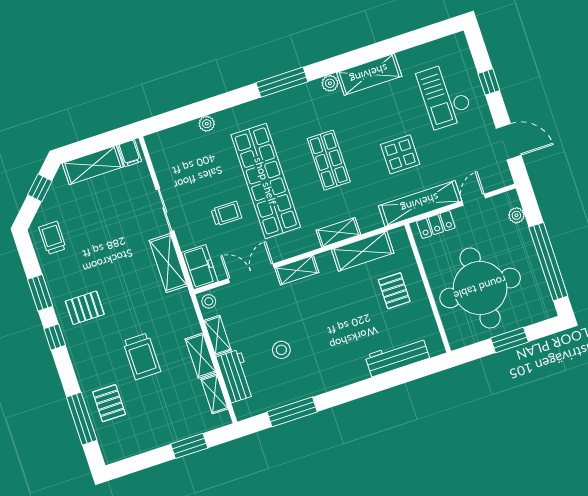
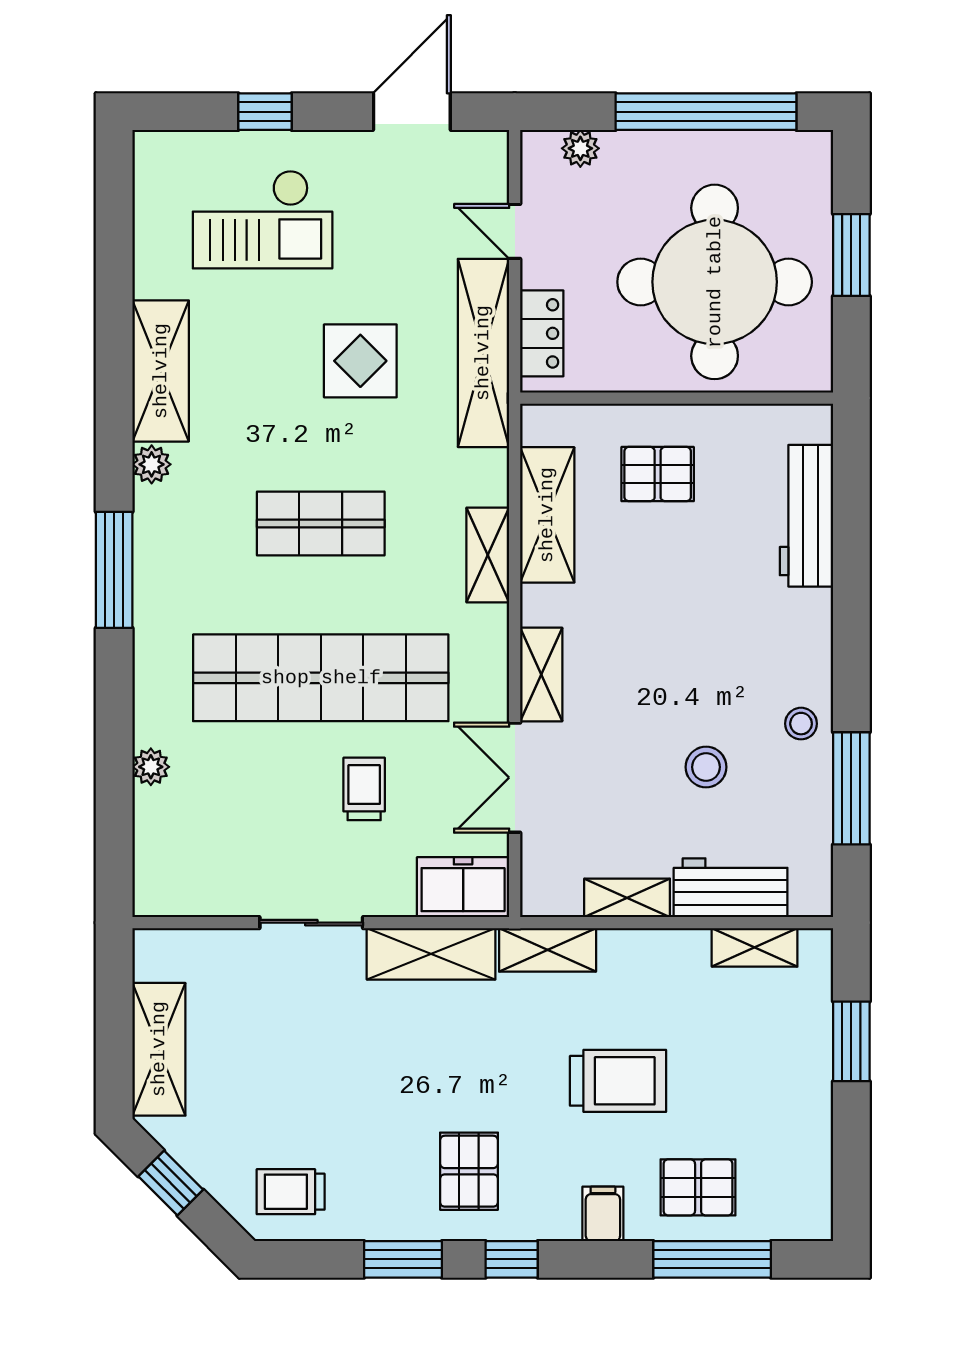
filing cabinet: (130, 153) -> (603, 1214), moved, turned -90
stool: (209, 301) -> (801, 724), moved
shelving: (201, 356) -> (548, 950), moved

